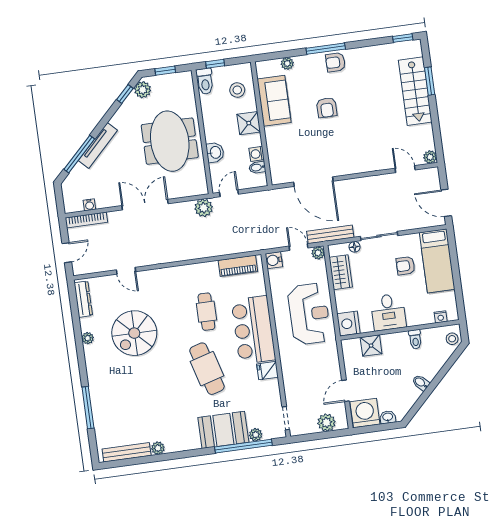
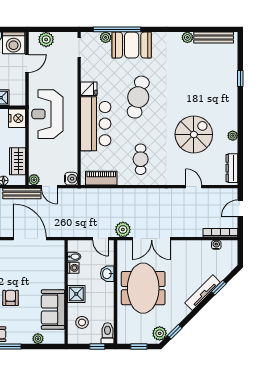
window: (79, 154) -> (219, 288), width x0.46
door: (229, 193) -> (100, 239), hinge flipped
double door: (145, 205) -> (152, 239), moved
cafe table: (206, 312) -> (141, 159), moved
reception desk: (309, 314) -> (47, 114), moved
cafe table: (207, 369) -> (138, 97), turned 30
window: (88, 408) -> (240, 79), width x0.46

